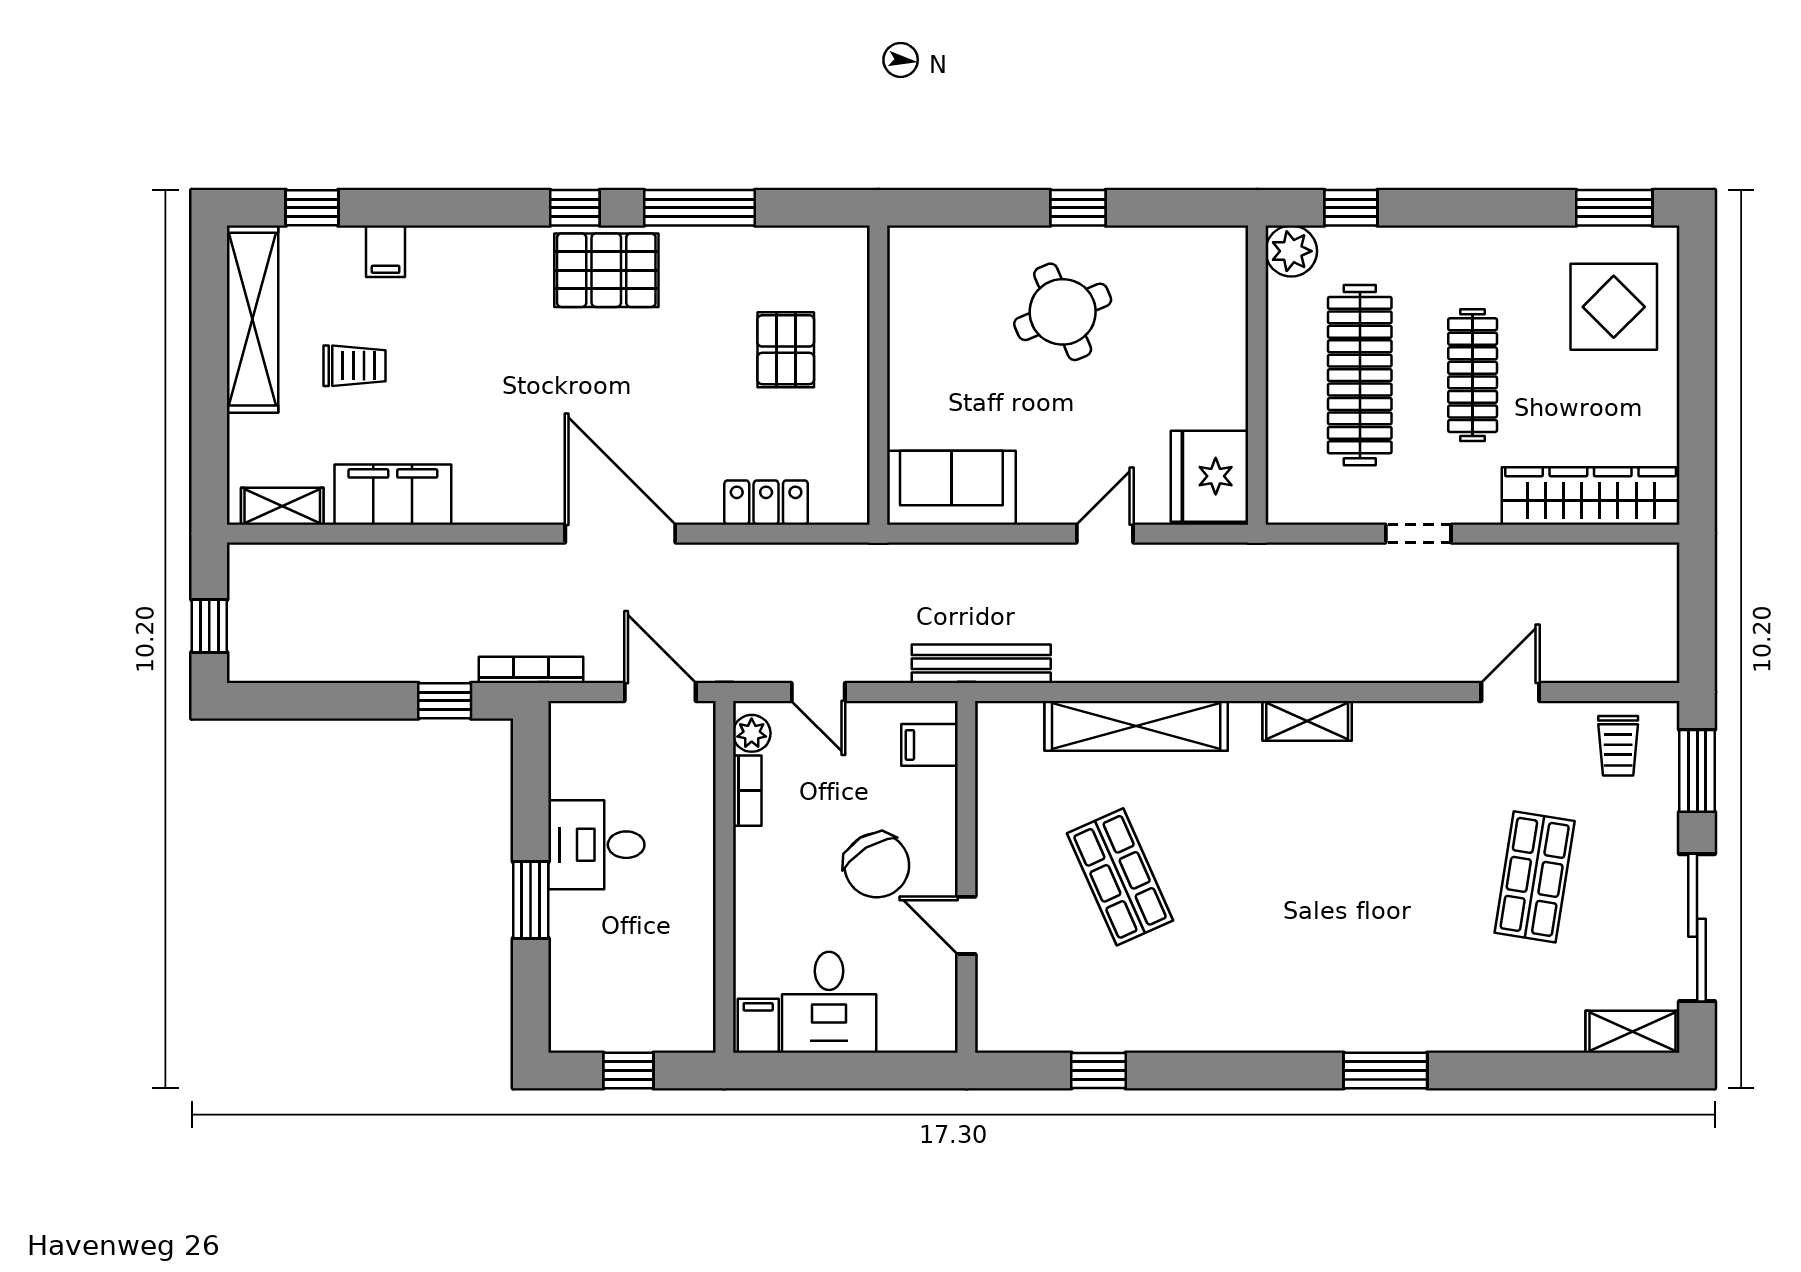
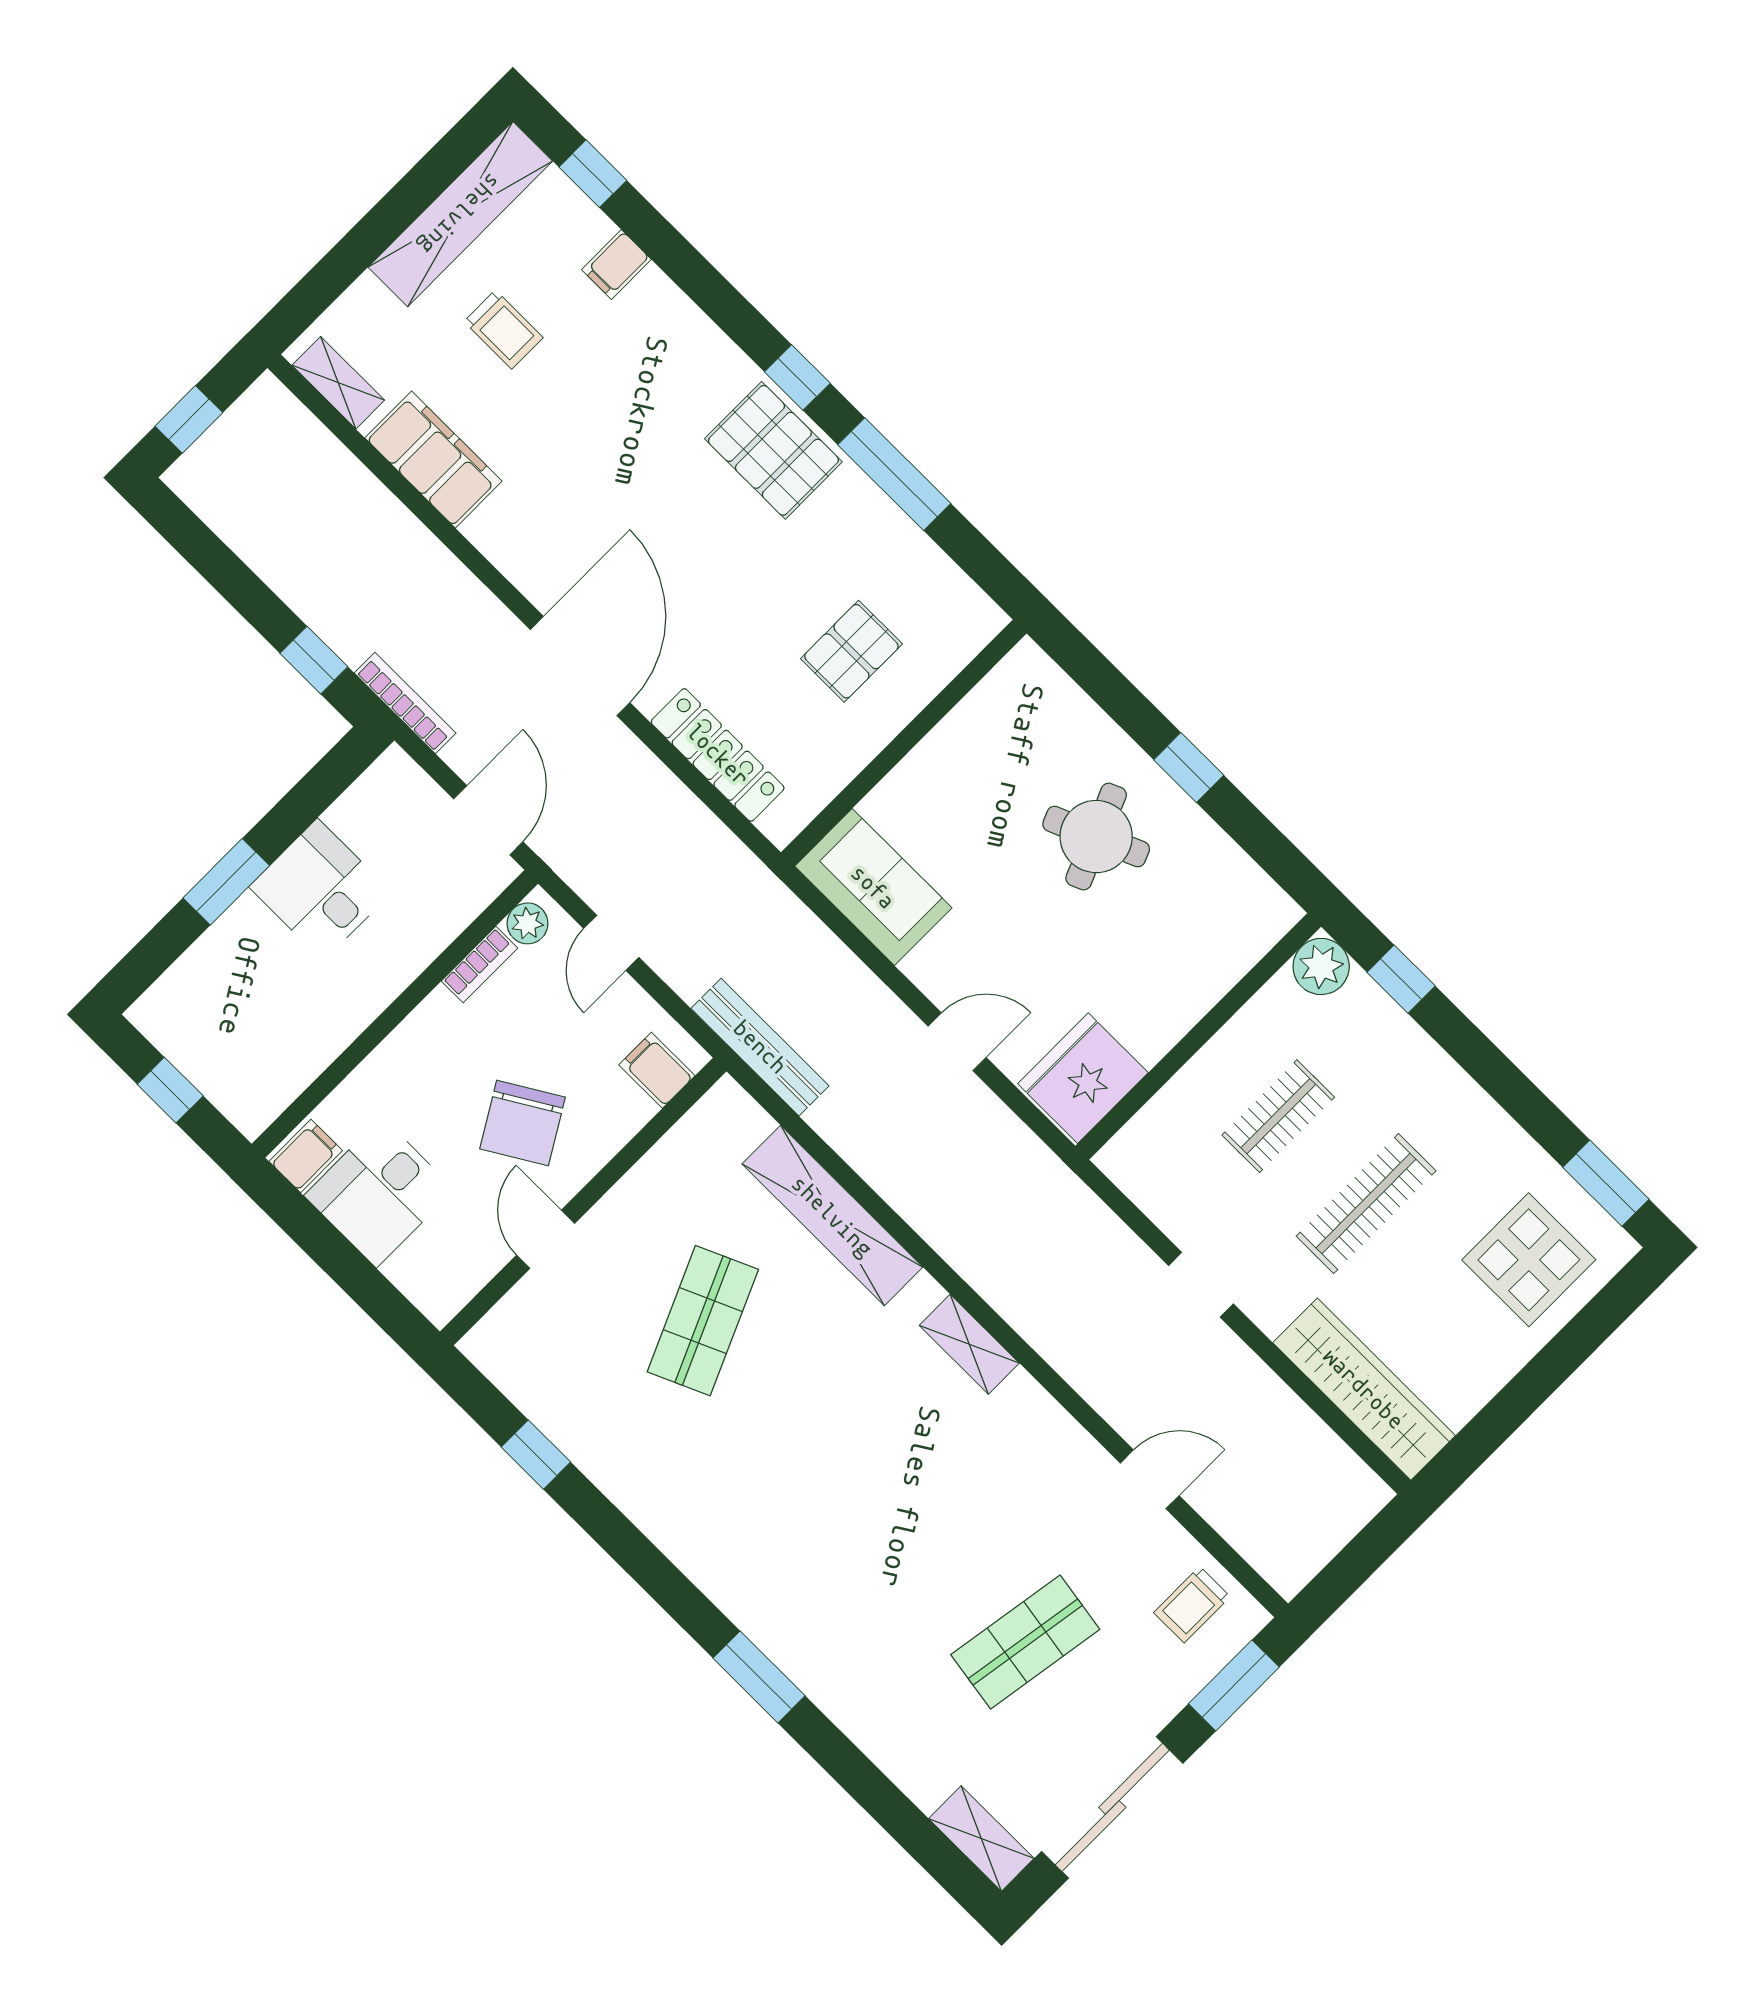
clothes rail: (1360, 375) -> (1278, 1116), width x0.54, depth x0.76
locker: (766, 503) -> (718, 755), width x1.53

